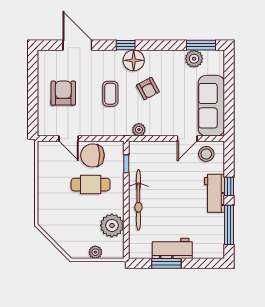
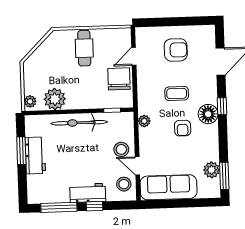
armchair: (148, 88) -> (183, 128), turned -62
stool: (169, 155) -> (121, 149), added
cafe table: (91, 185) -> (84, 48), moved
plant: (95, 252) -> (30, 101), moved

